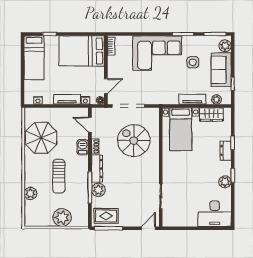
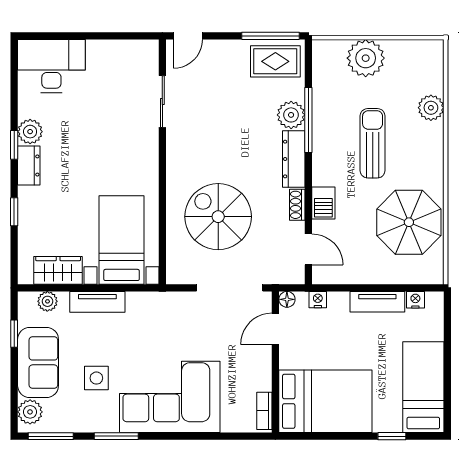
tv unit: (67, 99) -> (377, 302), moved
spiral stairs: (134, 141) -> (218, 217), turned 180
dresser: (226, 151) -> (29, 166), moved

